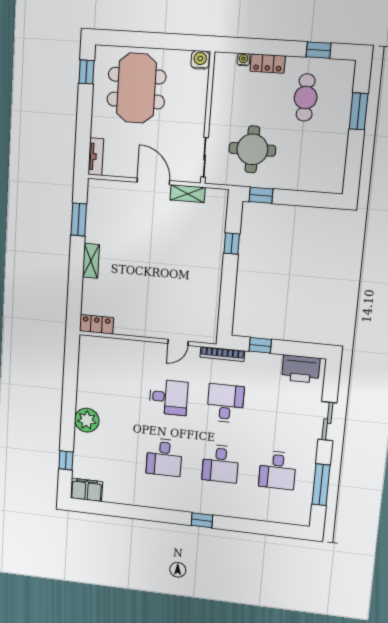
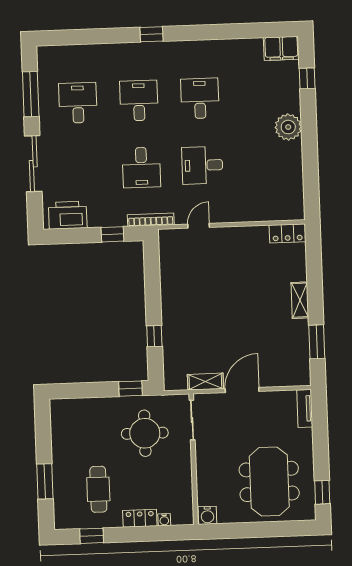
door: (153, 181) -> (242, 390), swing flipped
sliding door: (327, 421) -> (33, 164), width x1.37

